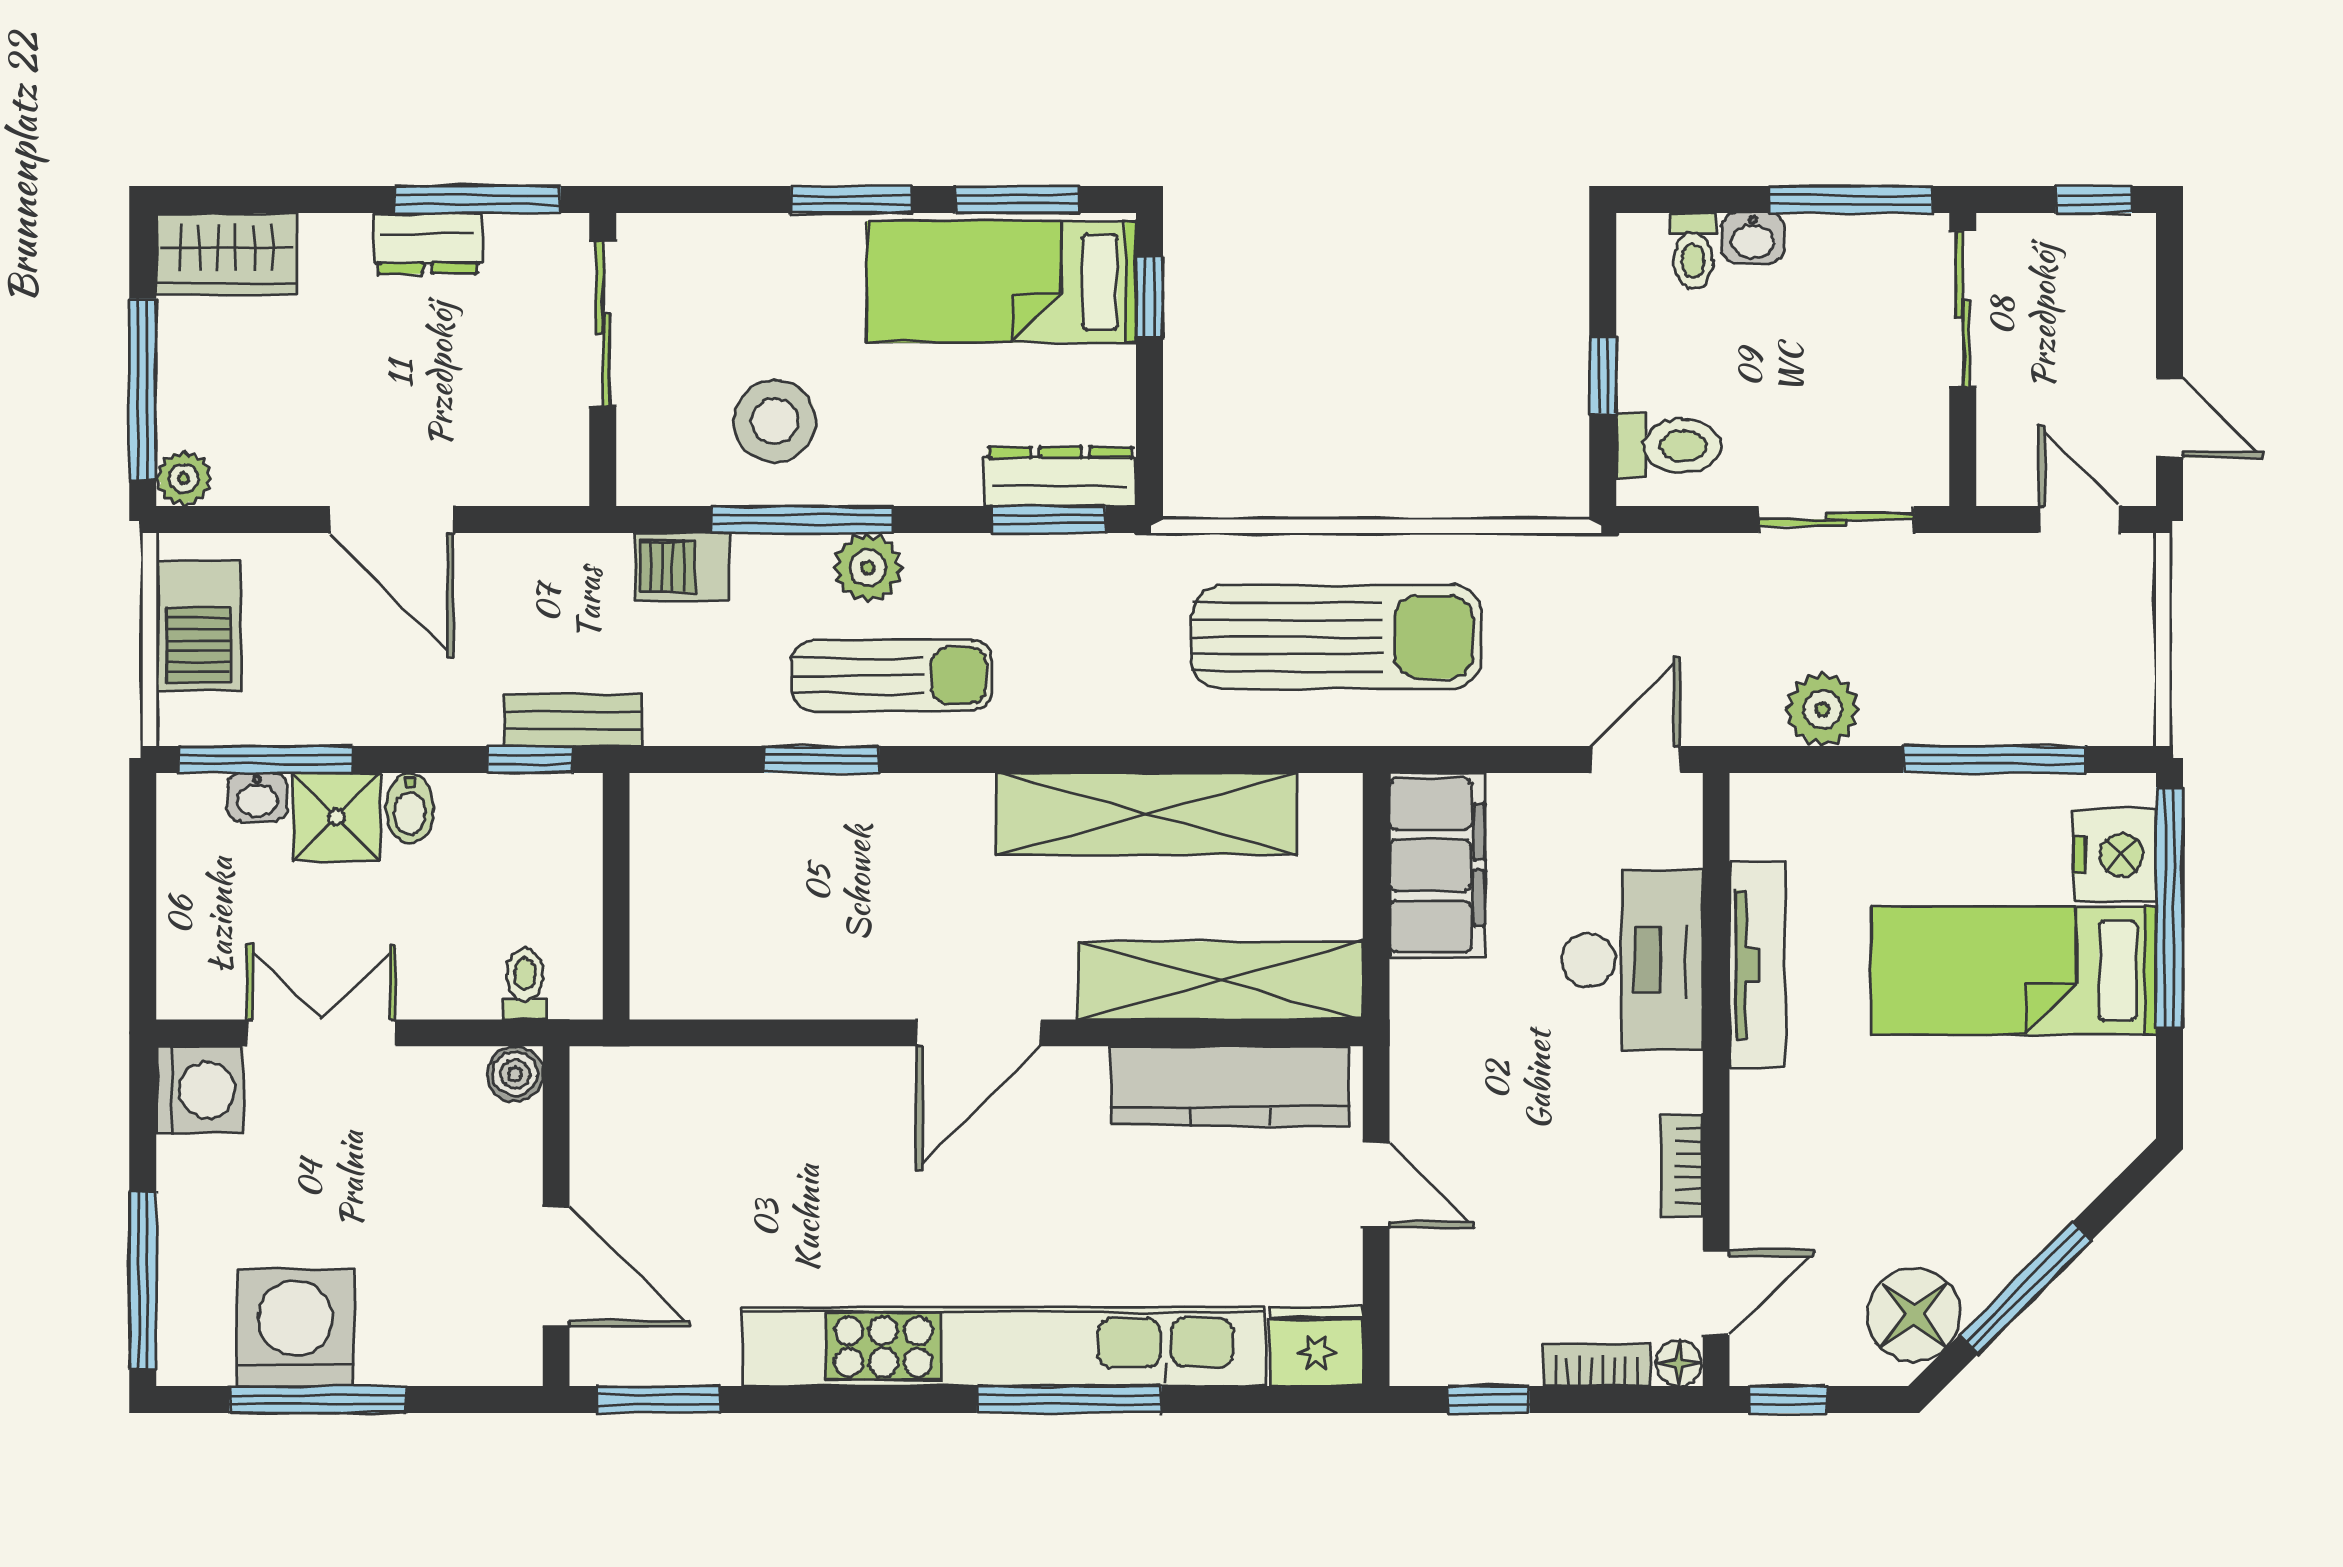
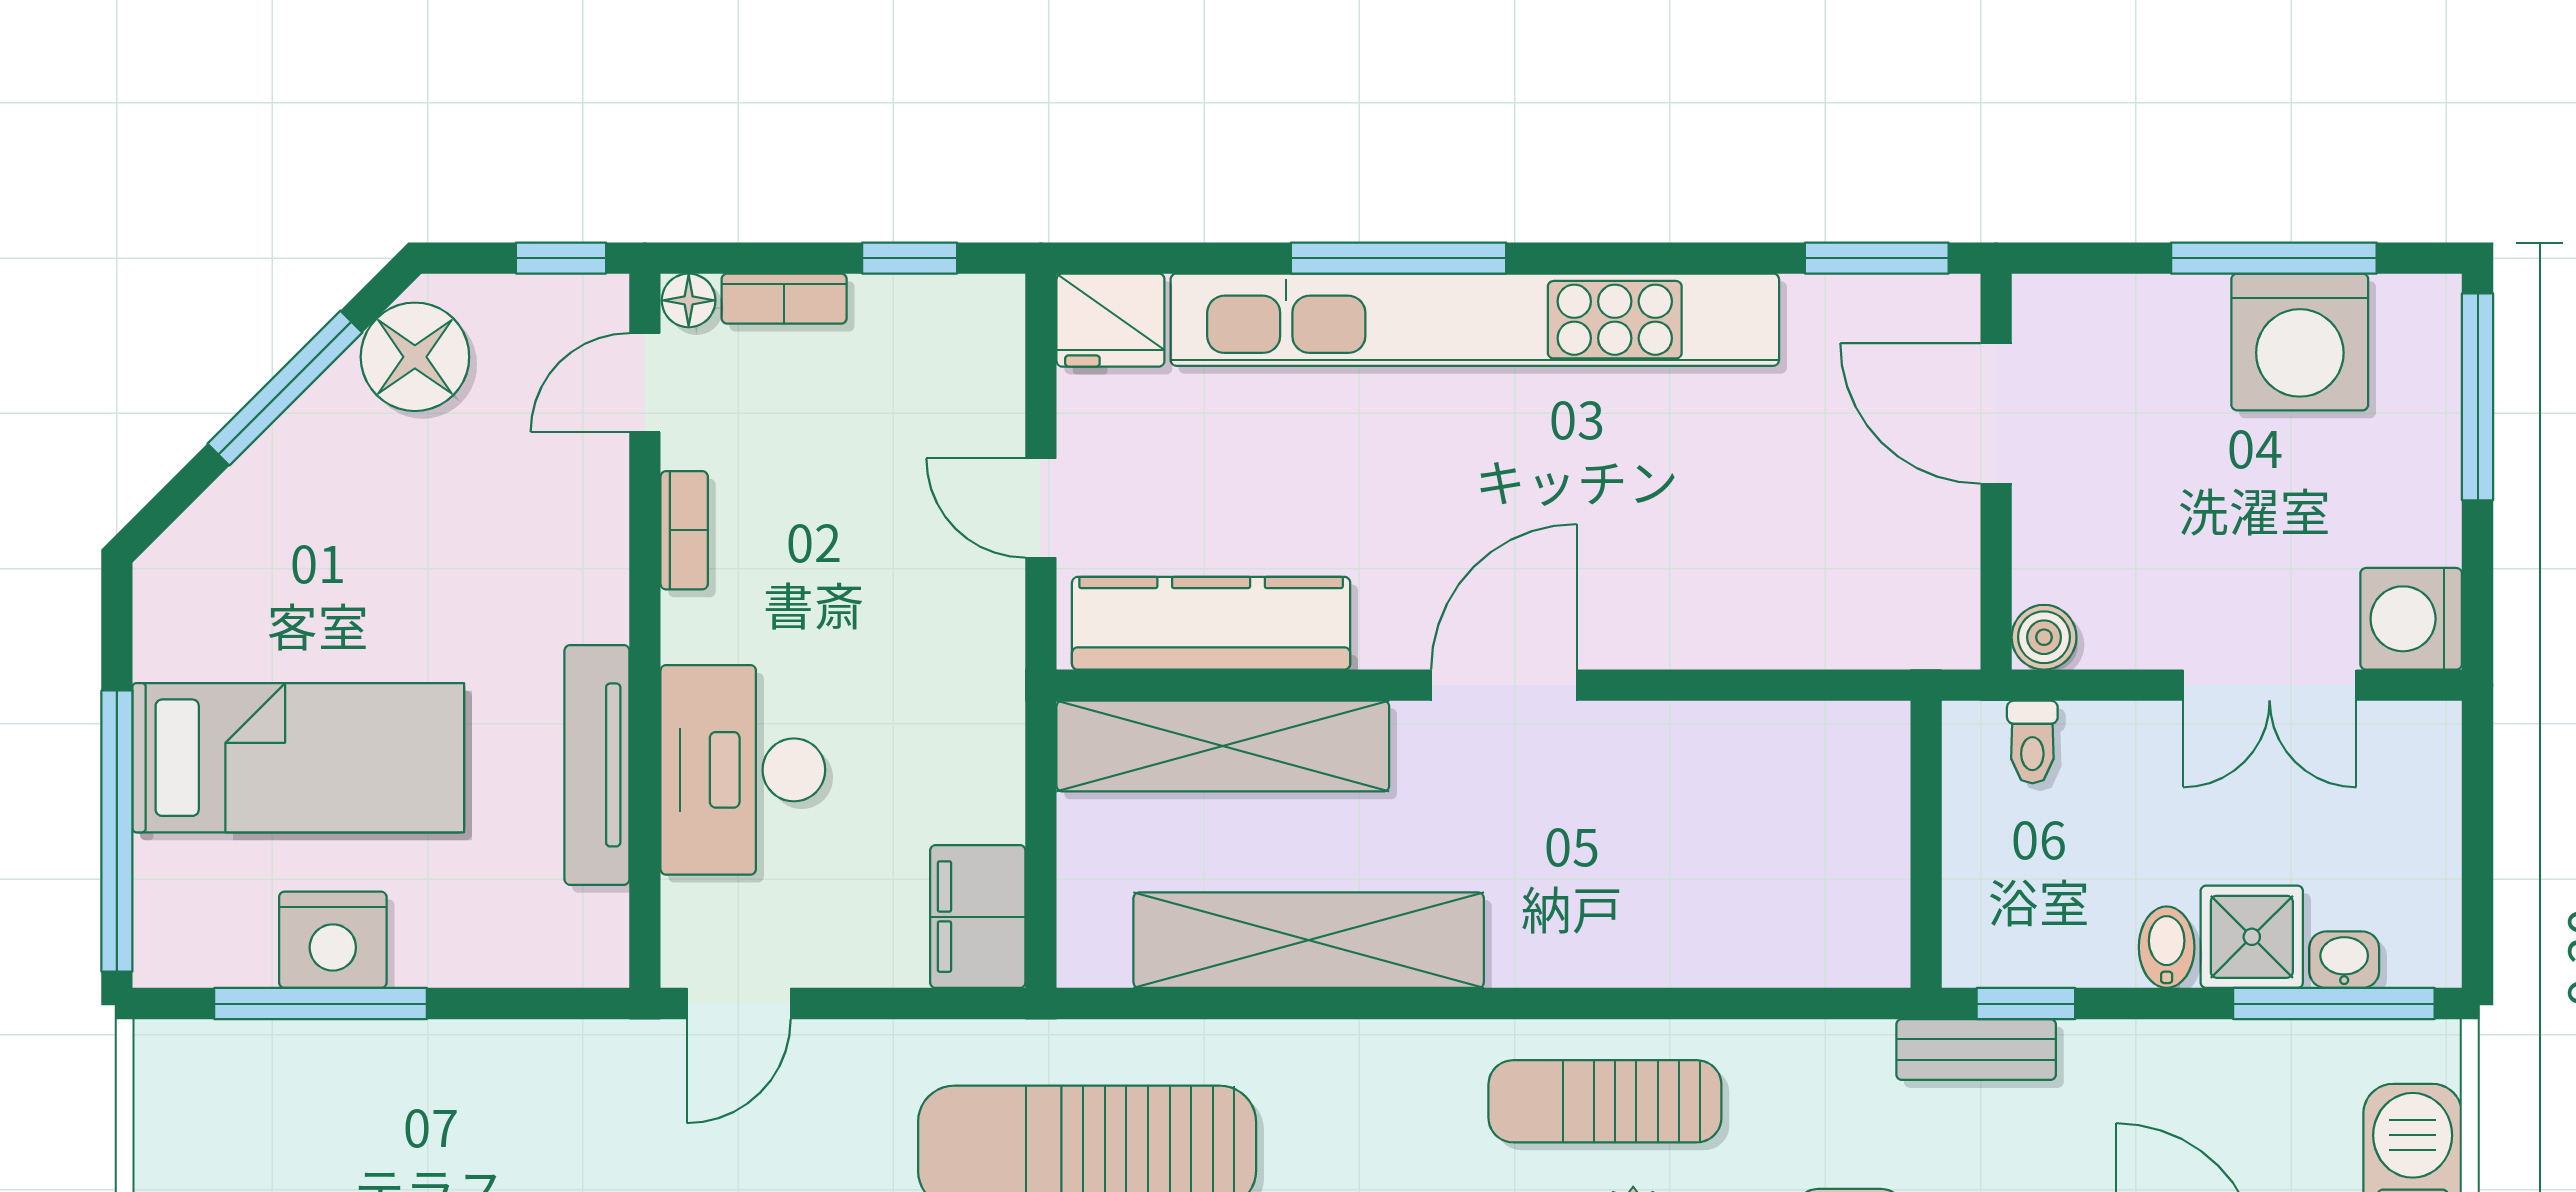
plant: (1823, 710) -> (521, 1062), removed
window: (822, 760) -> (1687, 1004), removed
nightstand: (2115, 855) -> (333, 940), moved, turned -90
filing cabinet: (1437, 865) -> (978, 917), width x0.67, depth x0.86

